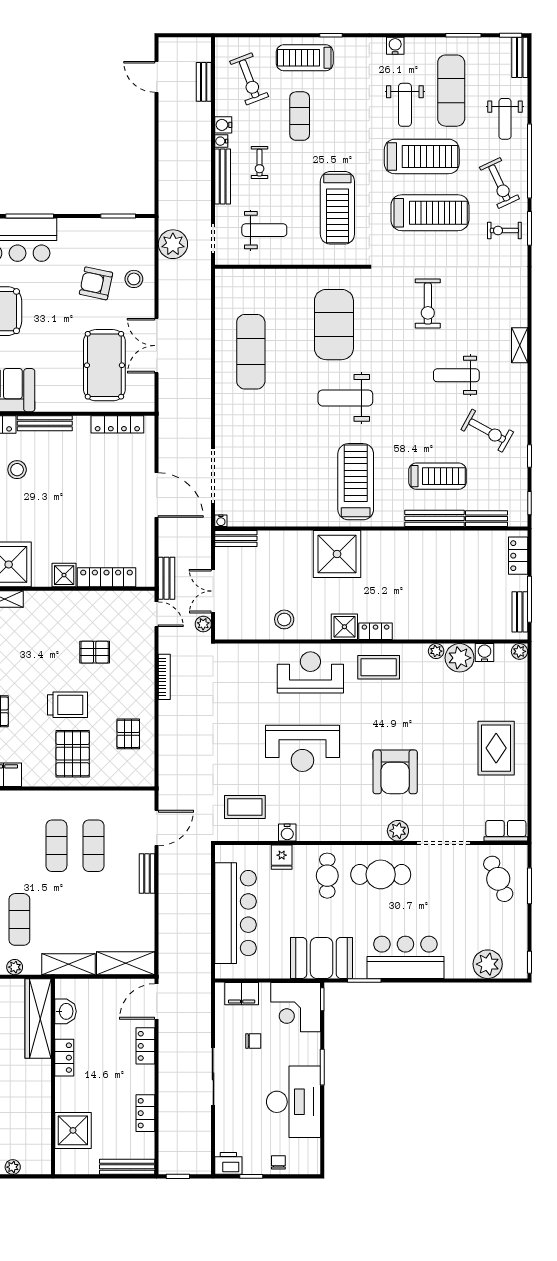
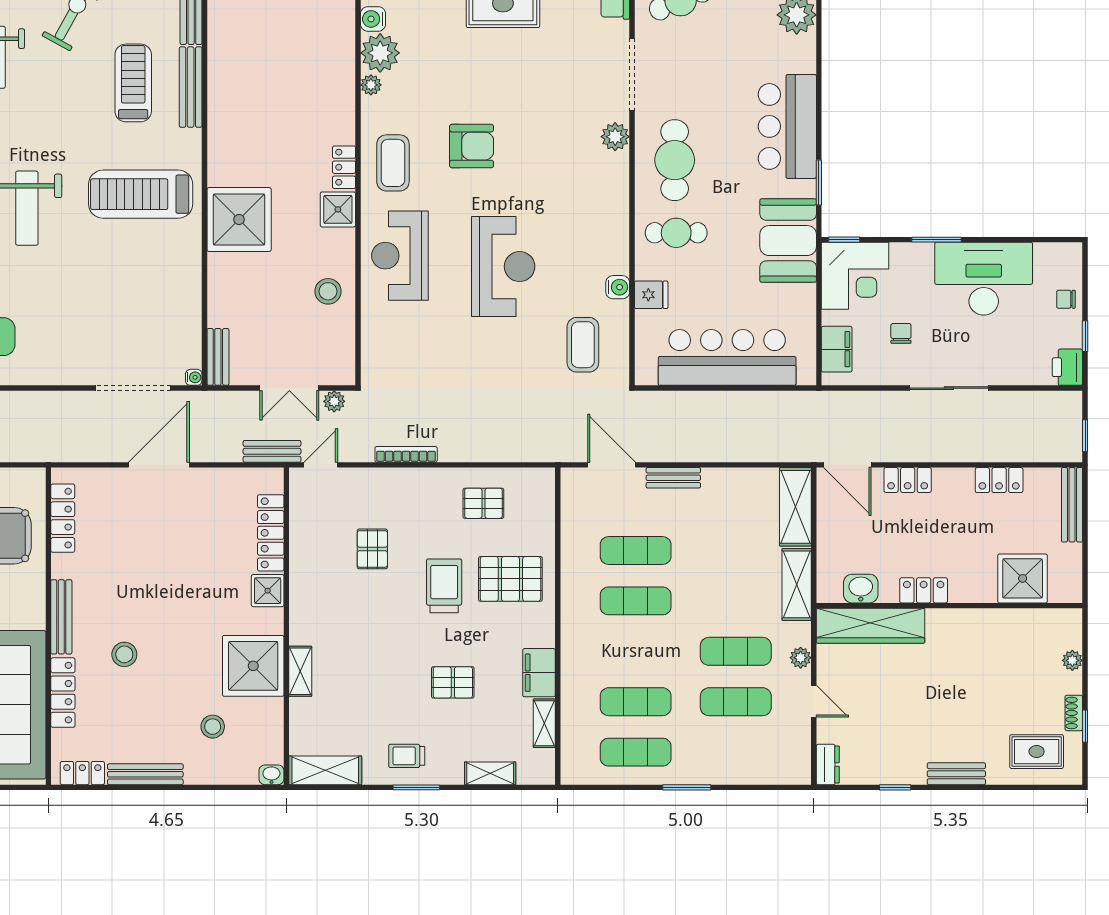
armchair: (395, 772) -> (472, 146), moved, width x0.73, depth x0.73

